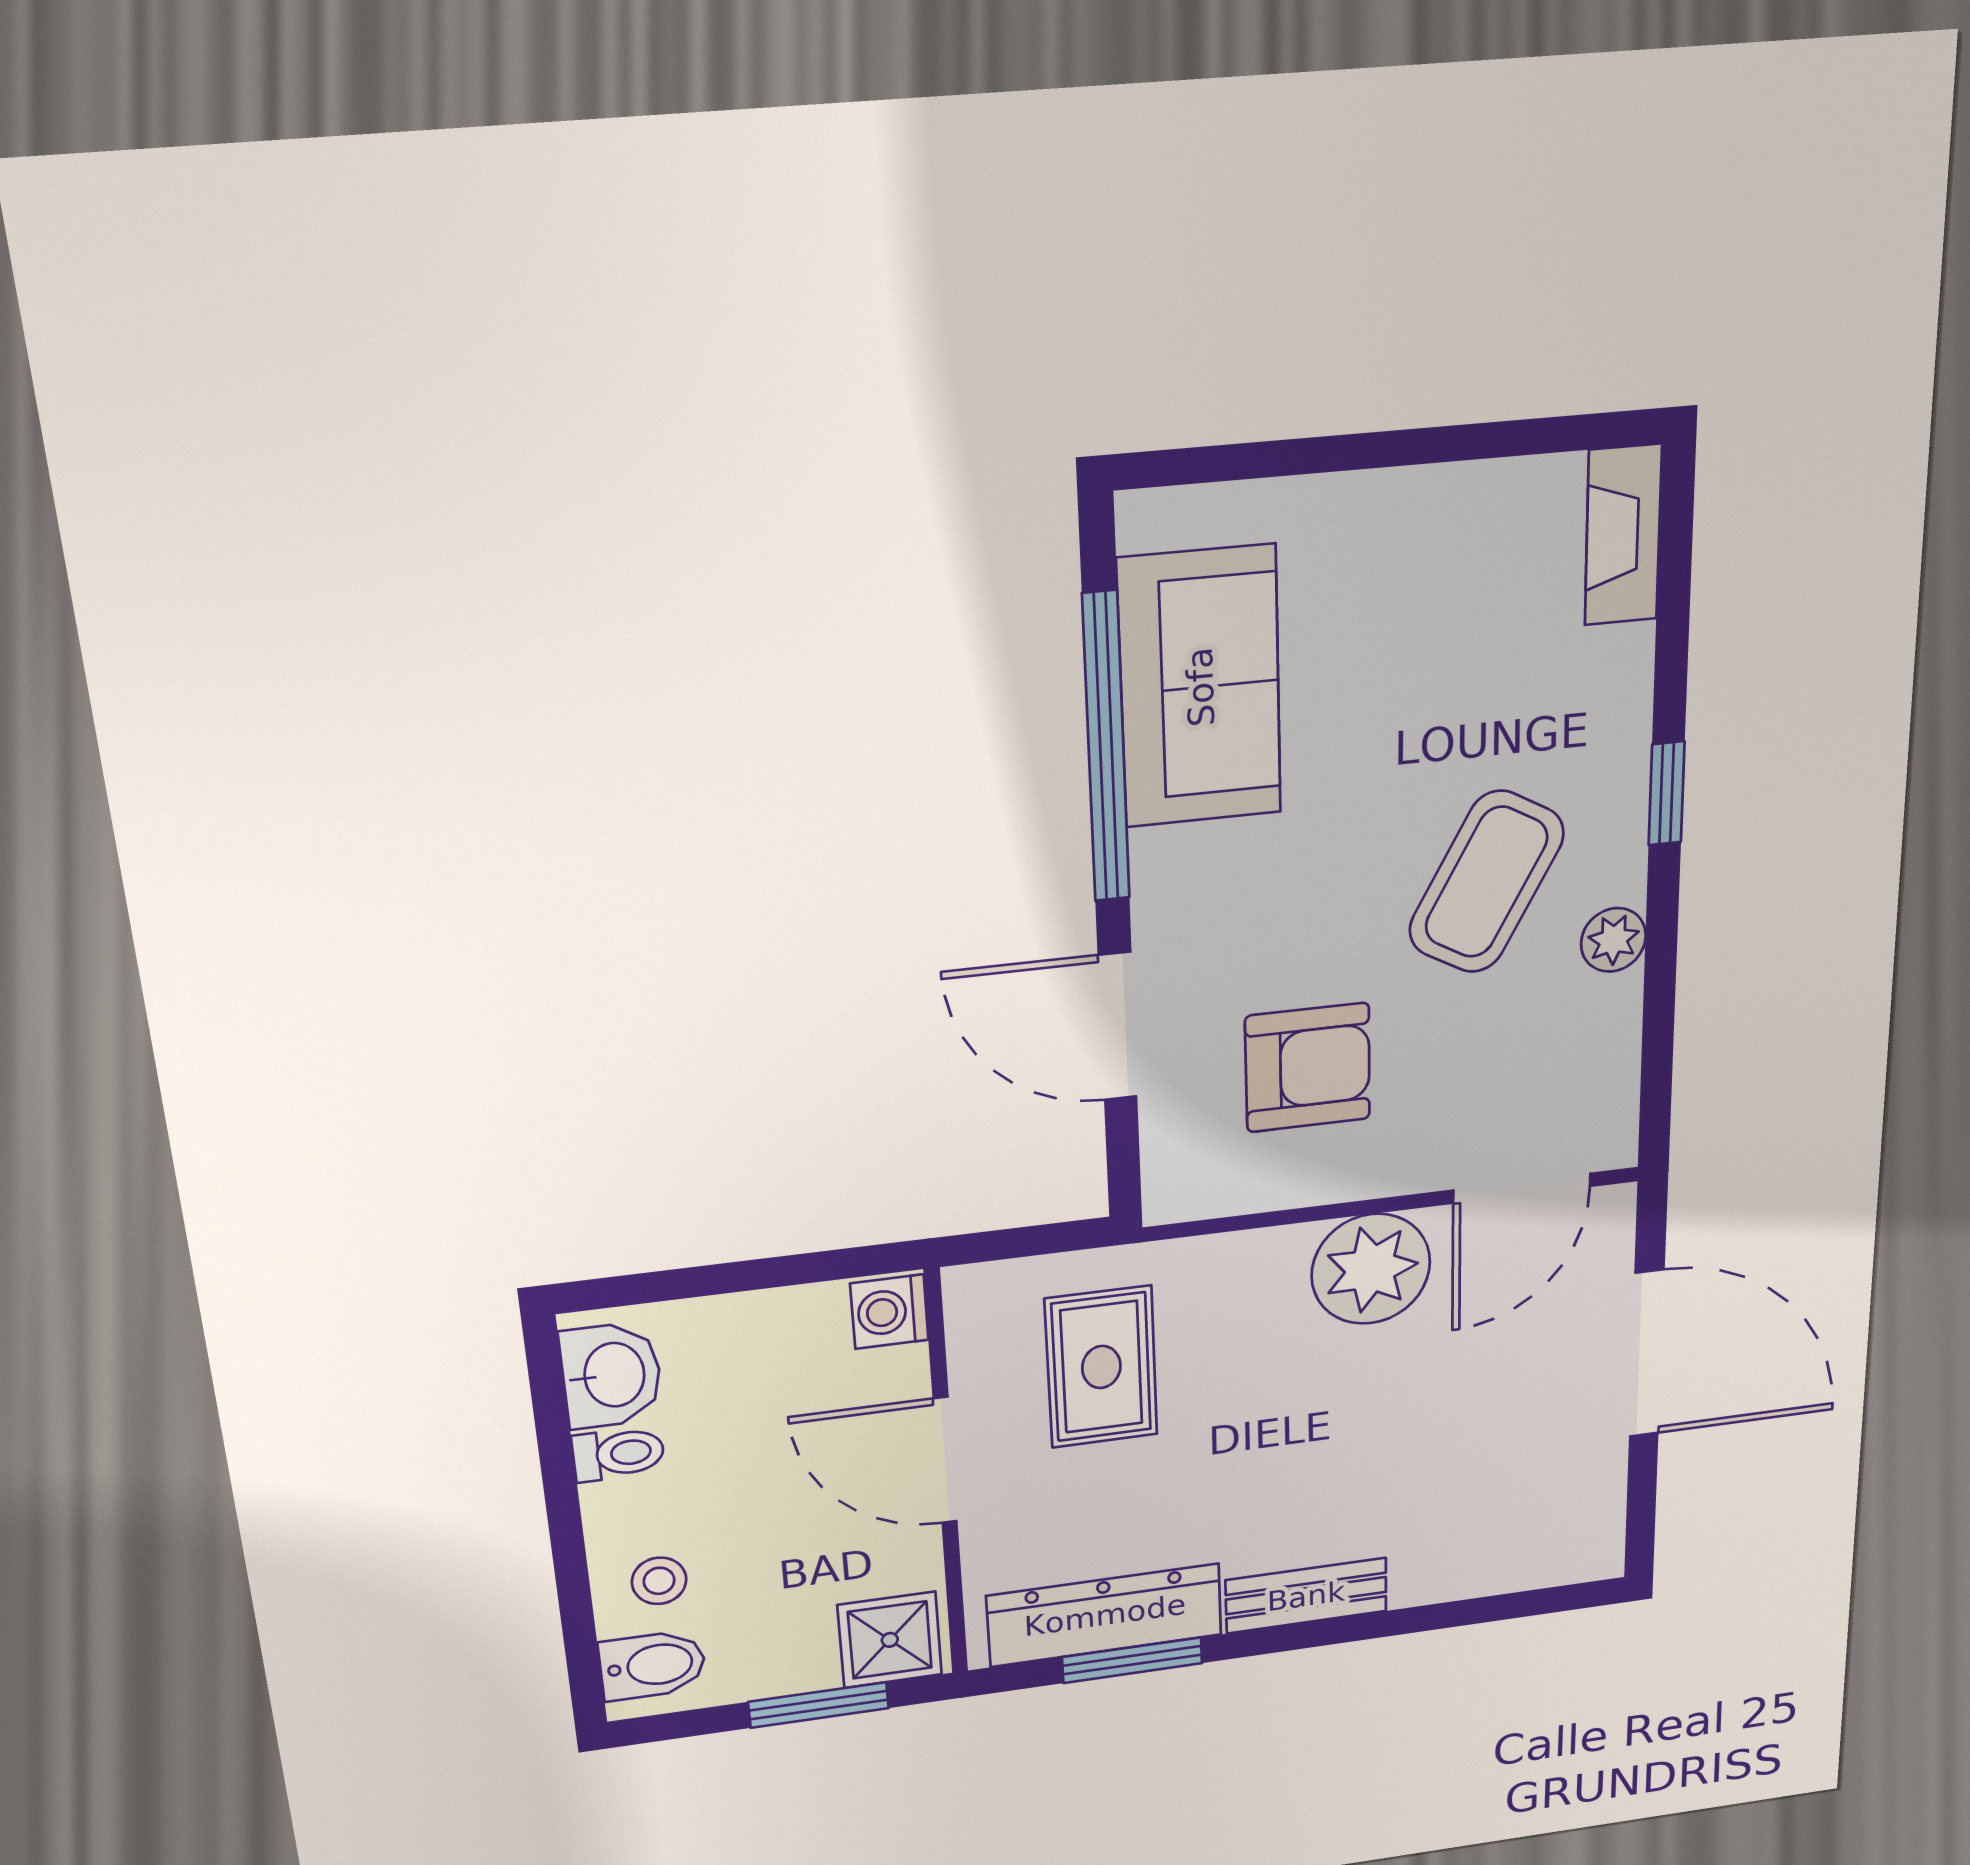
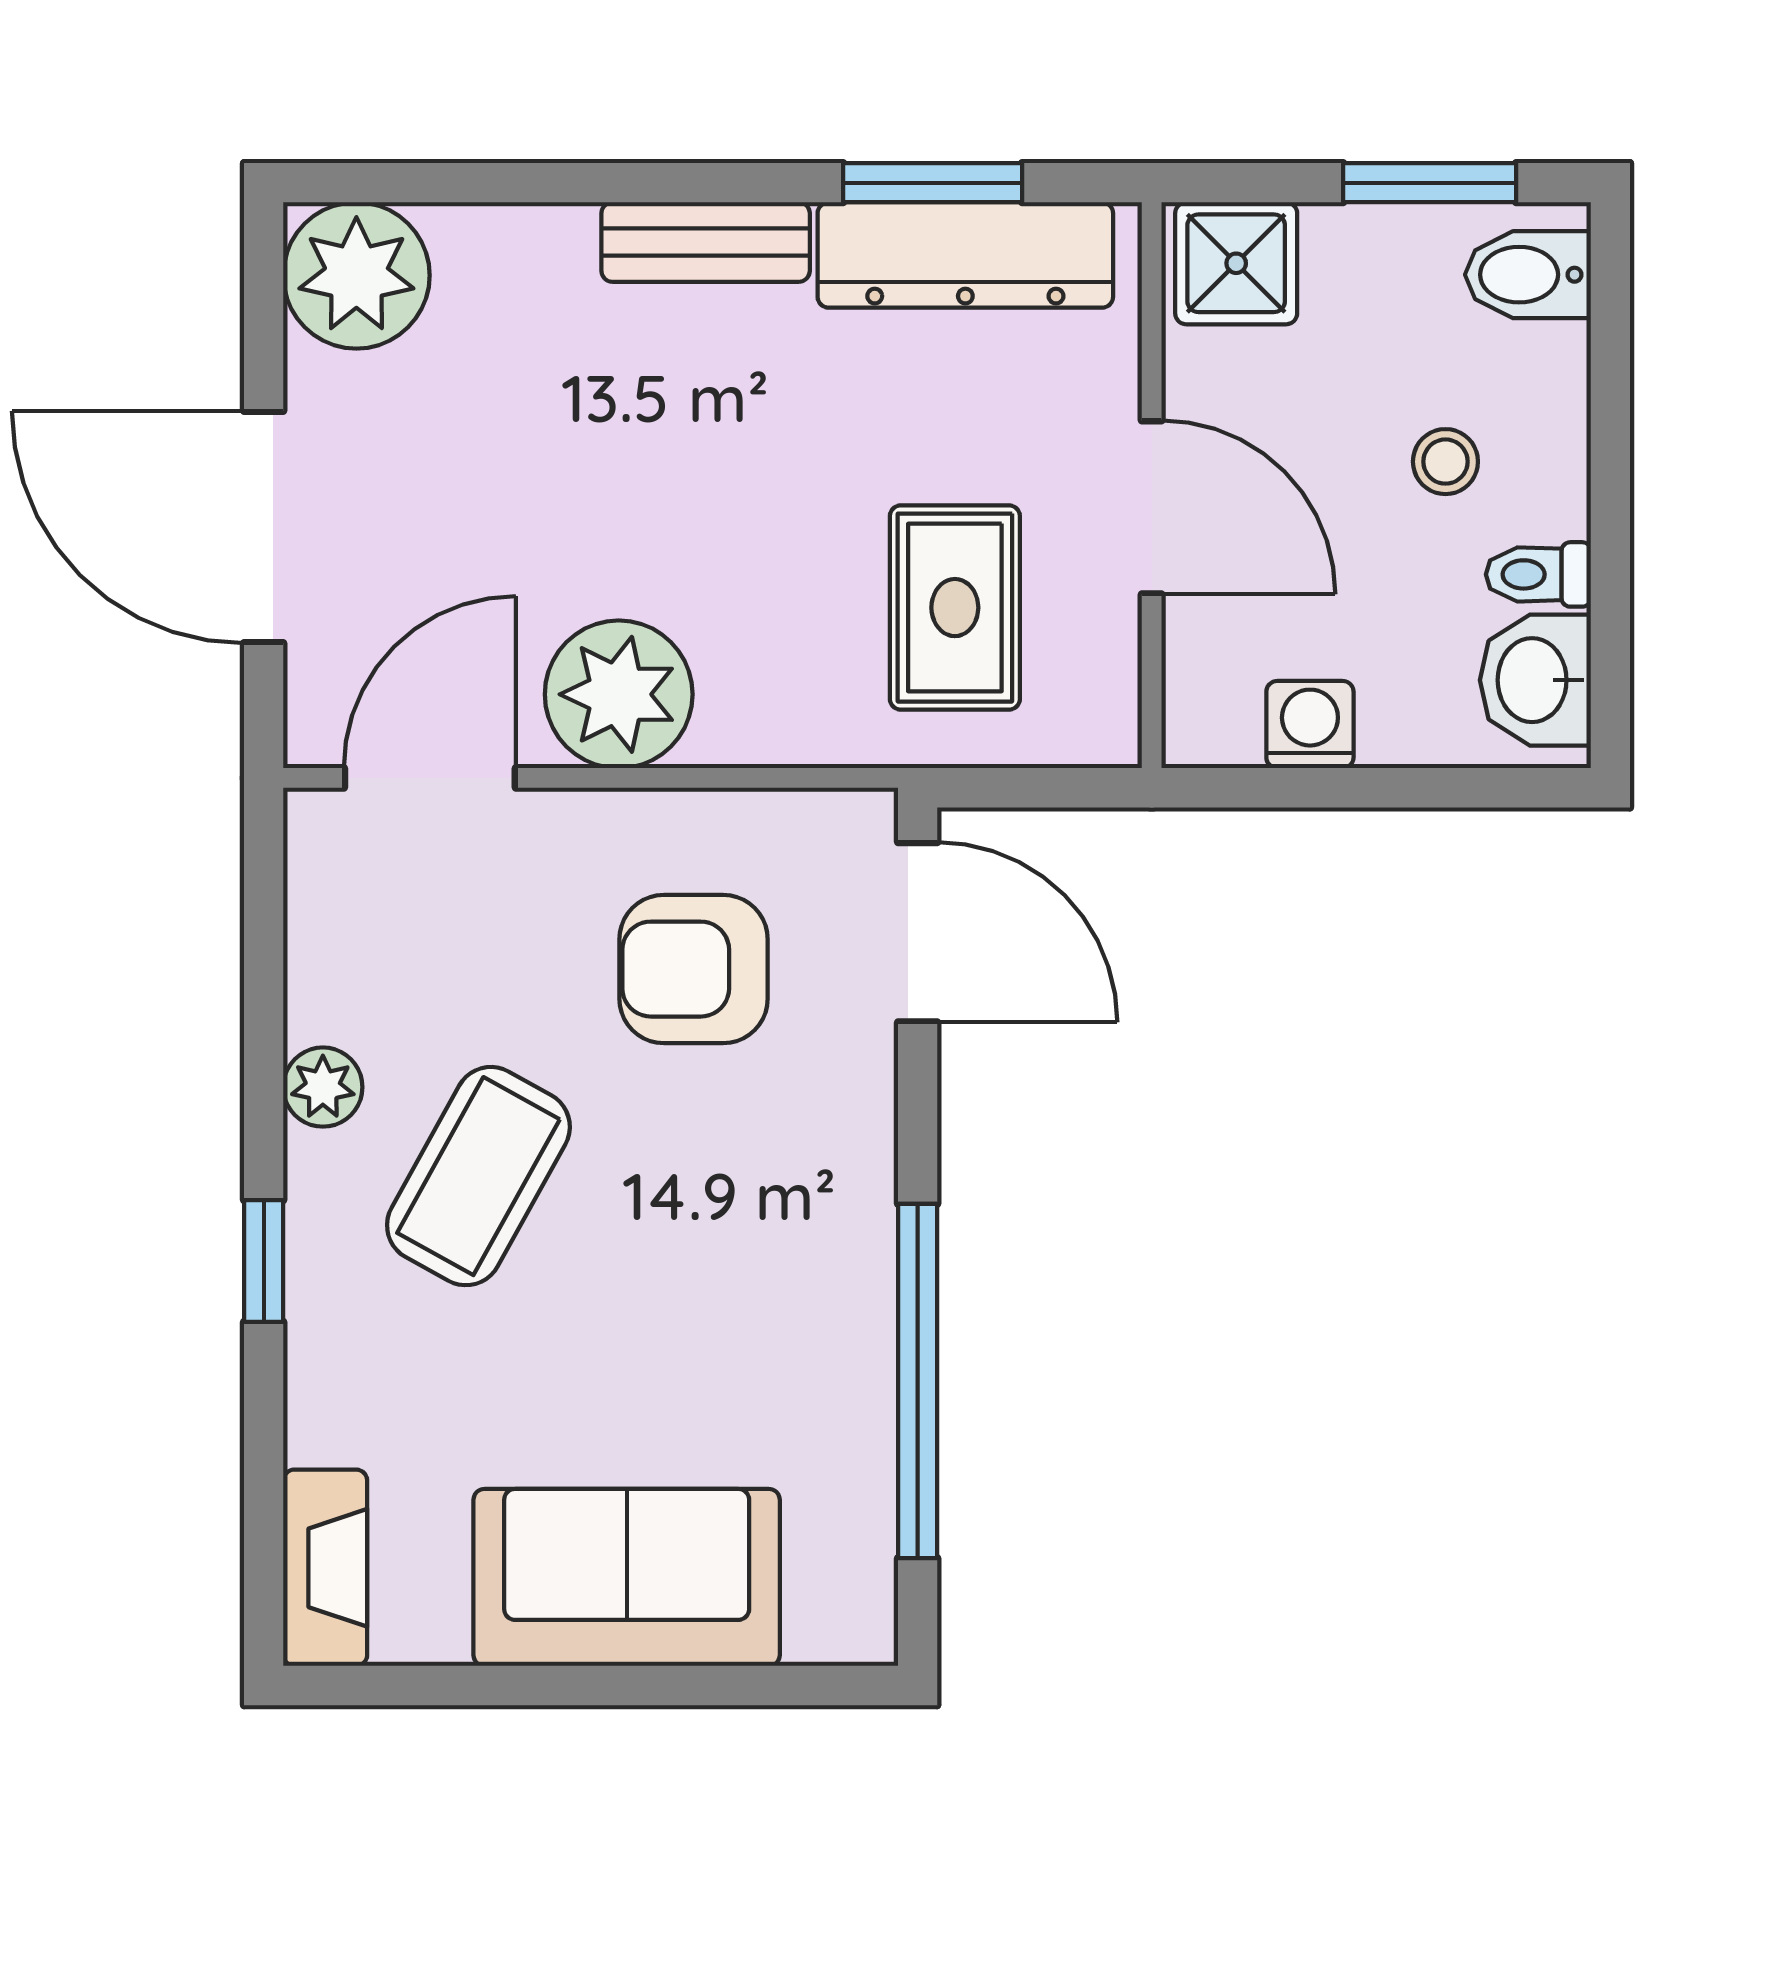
sofa: (1200, 687) -> (627, 1577), moved, turned 90
door: (1118, 1026) -> (918, 932), moved
washing machine: (889, 1312) -> (1310, 725), moved, turned -90
plant: (1571, 1536) -> (356, 275), added
stool: (659, 1581) -> (1445, 462), moved
window: (819, 1705) -> (1430, 183), moved

